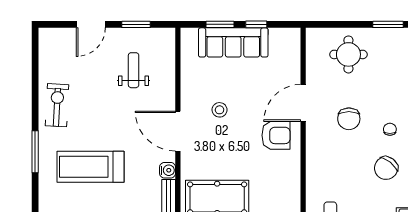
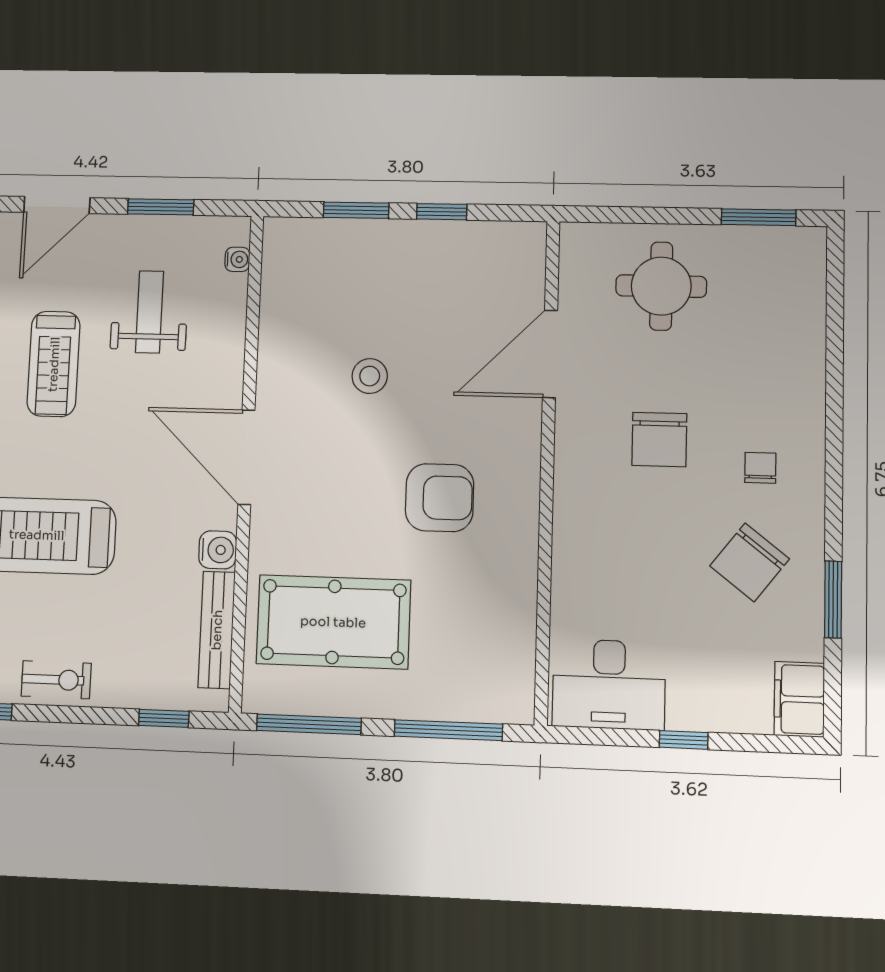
sofa: (233, 42) -> (386, 252), removed
water cooler: (170, 47) -> (237, 259), added
treadmill: (93, 94) -> (54, 364), added
door: (303, 103) -> (550, 354), moved
stool: (220, 110) -> (370, 376), moved
armchair: (276, 135) -> (440, 498), moved

